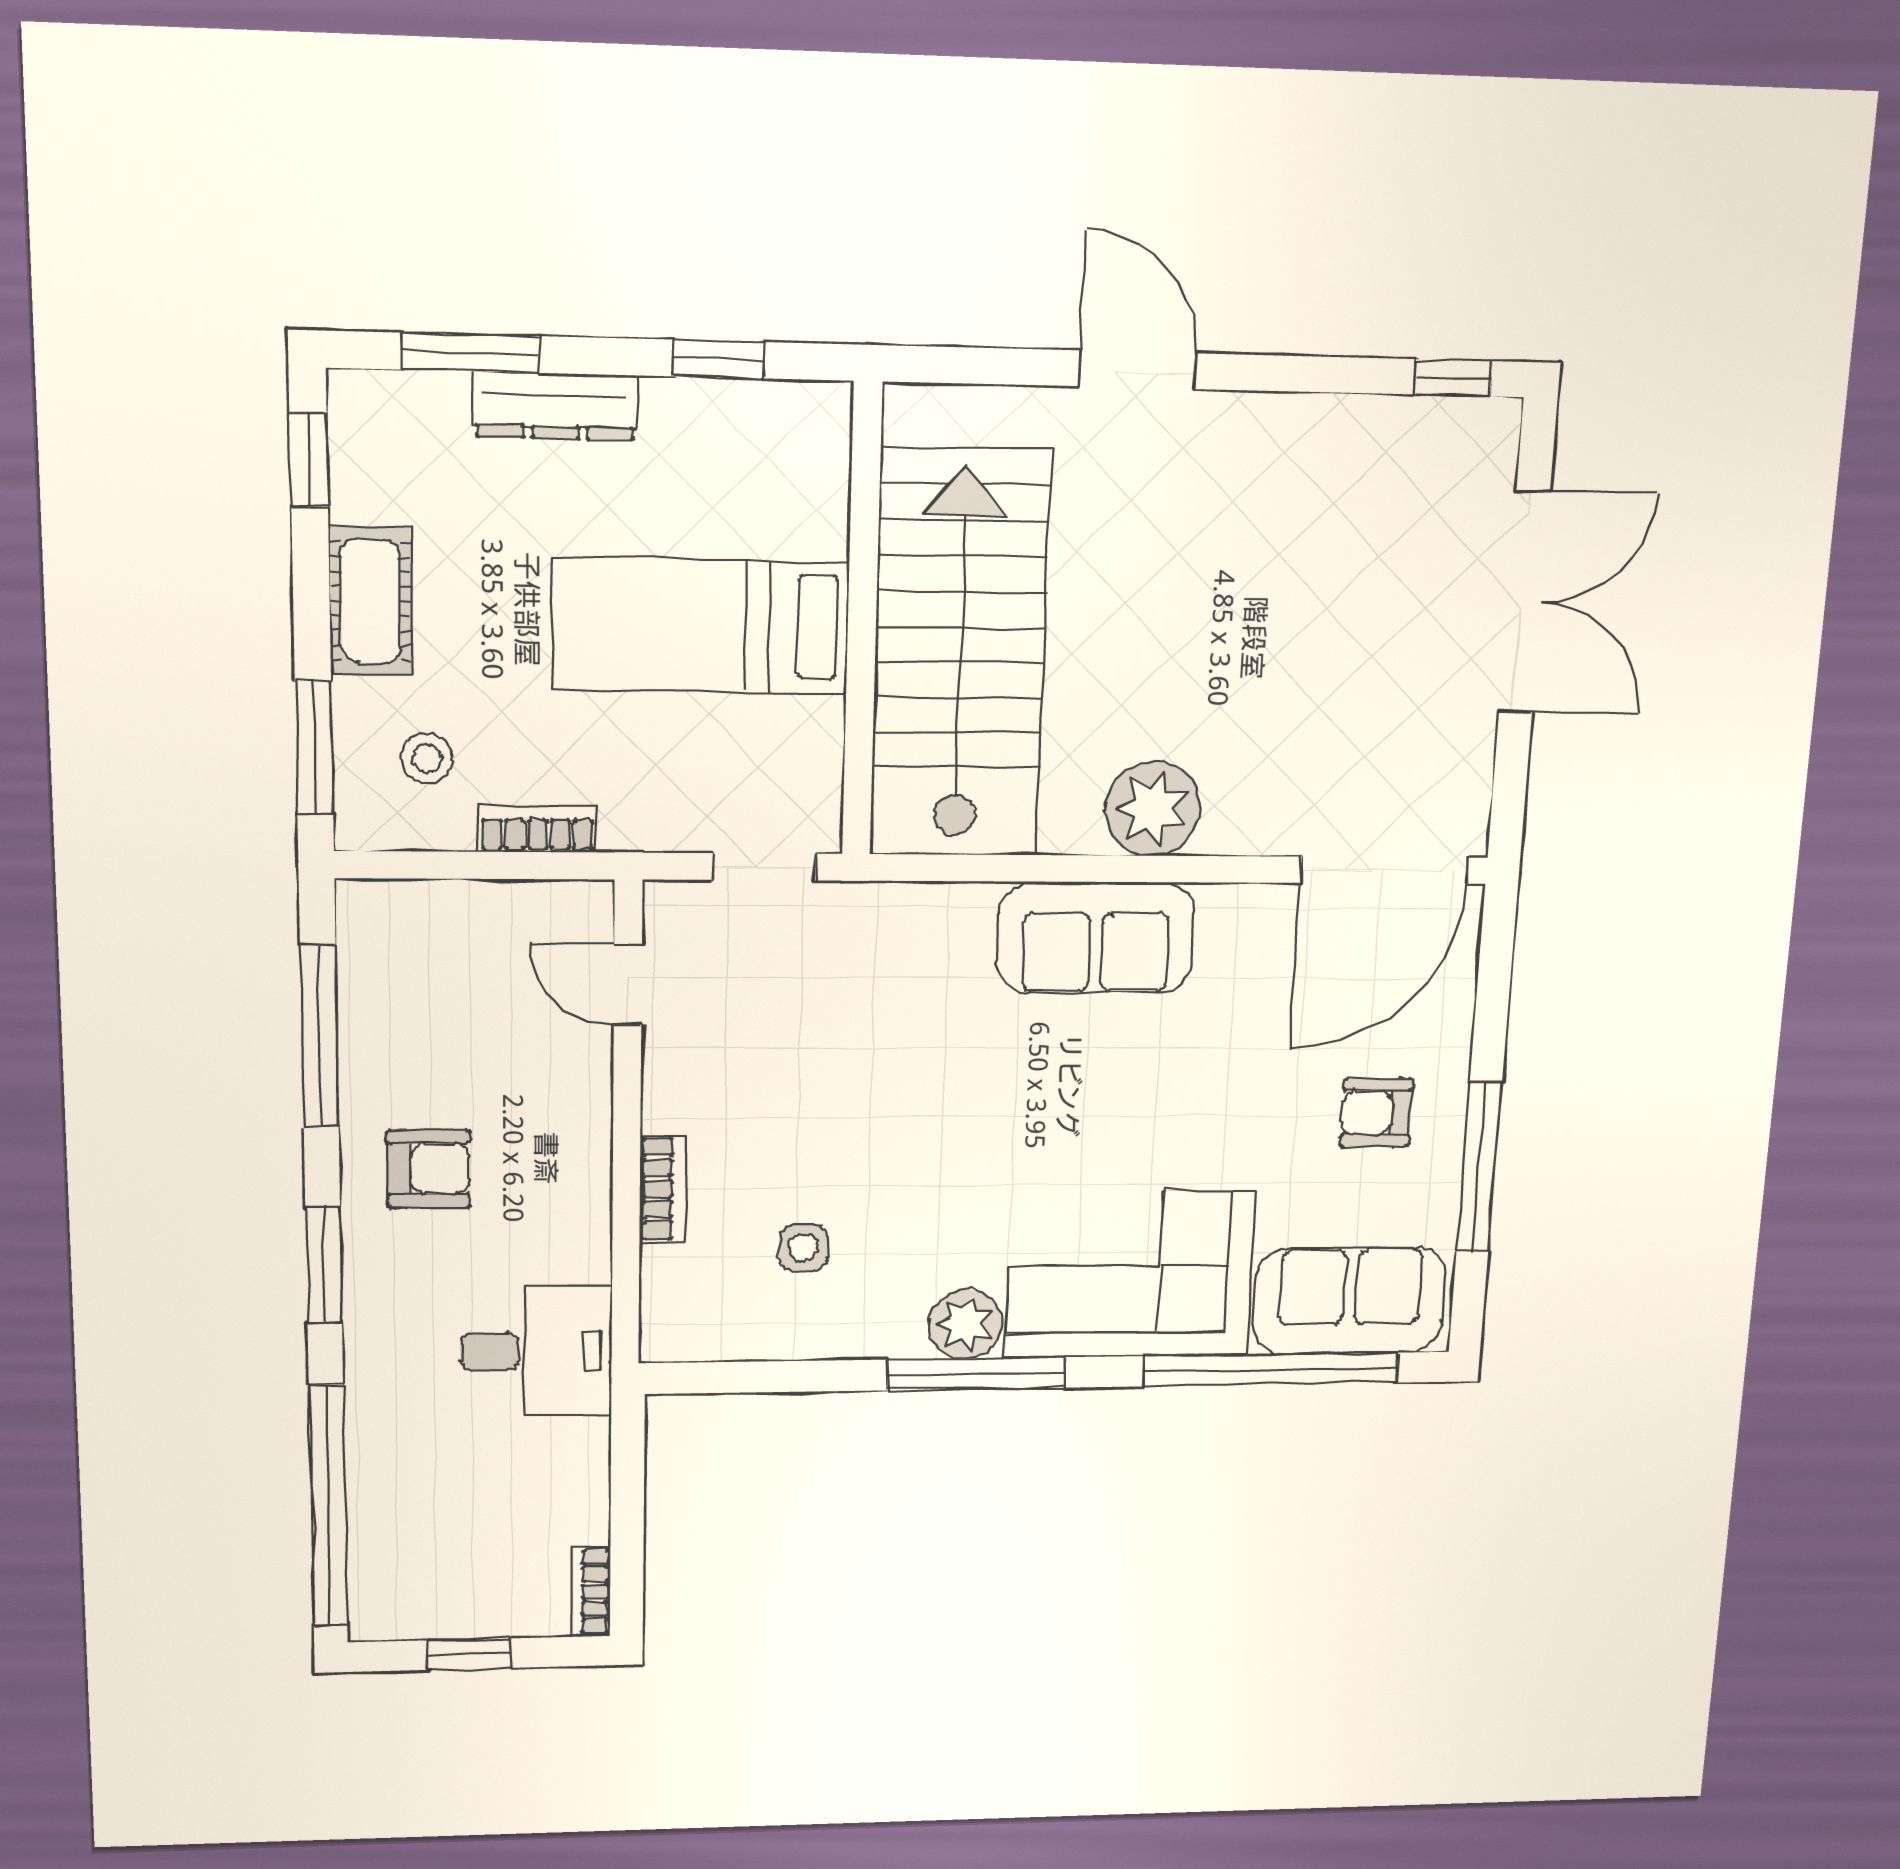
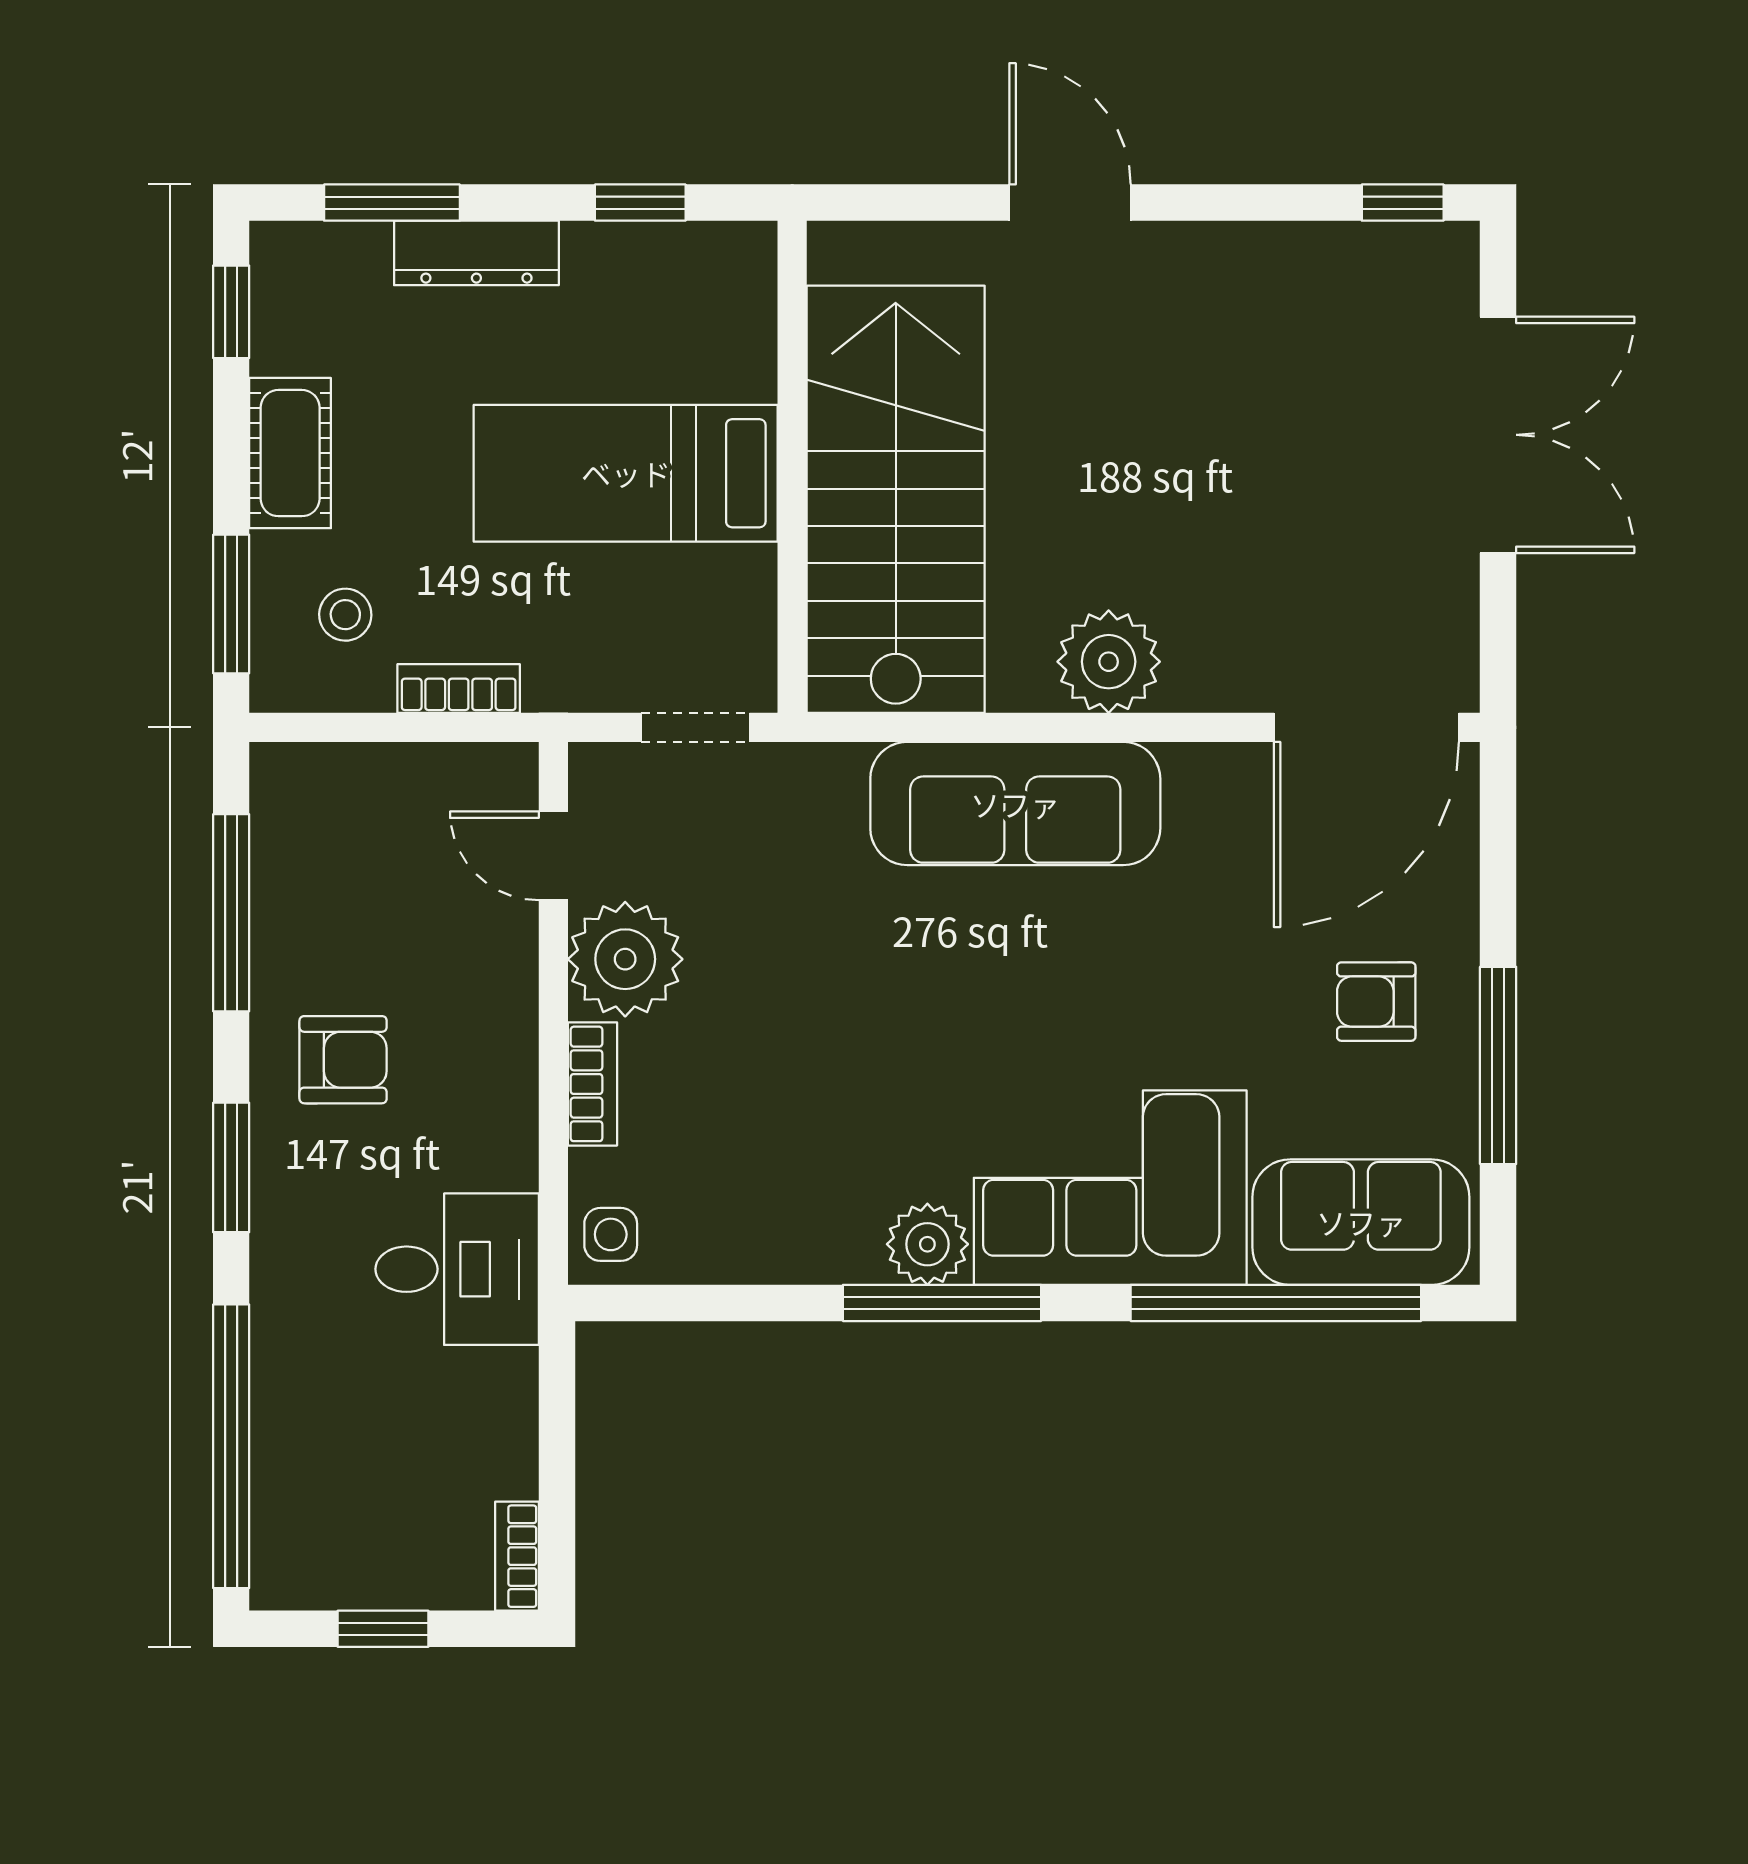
sofa: (1096, 938) -> (1015, 804), width x1.36
plant: (695, 1078) -> (625, 959), added
side table: (803, 1248) -> (611, 1234), moved

